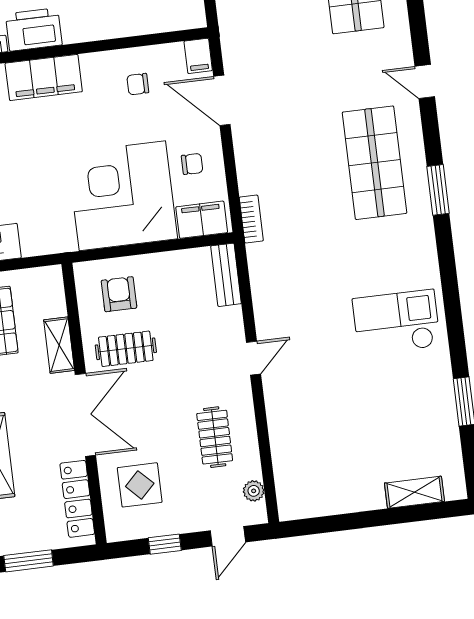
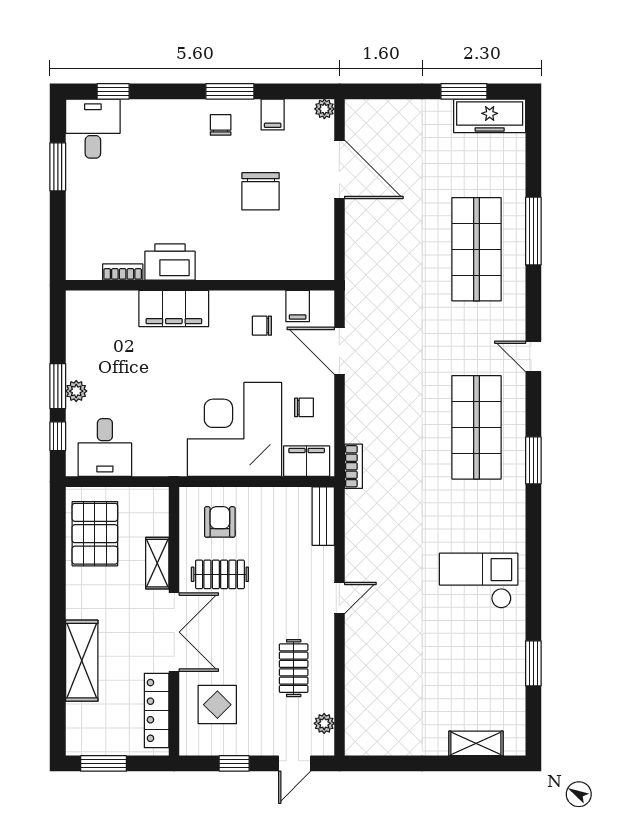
filing cabinet: (198, 56) -> (298, 306), moved

